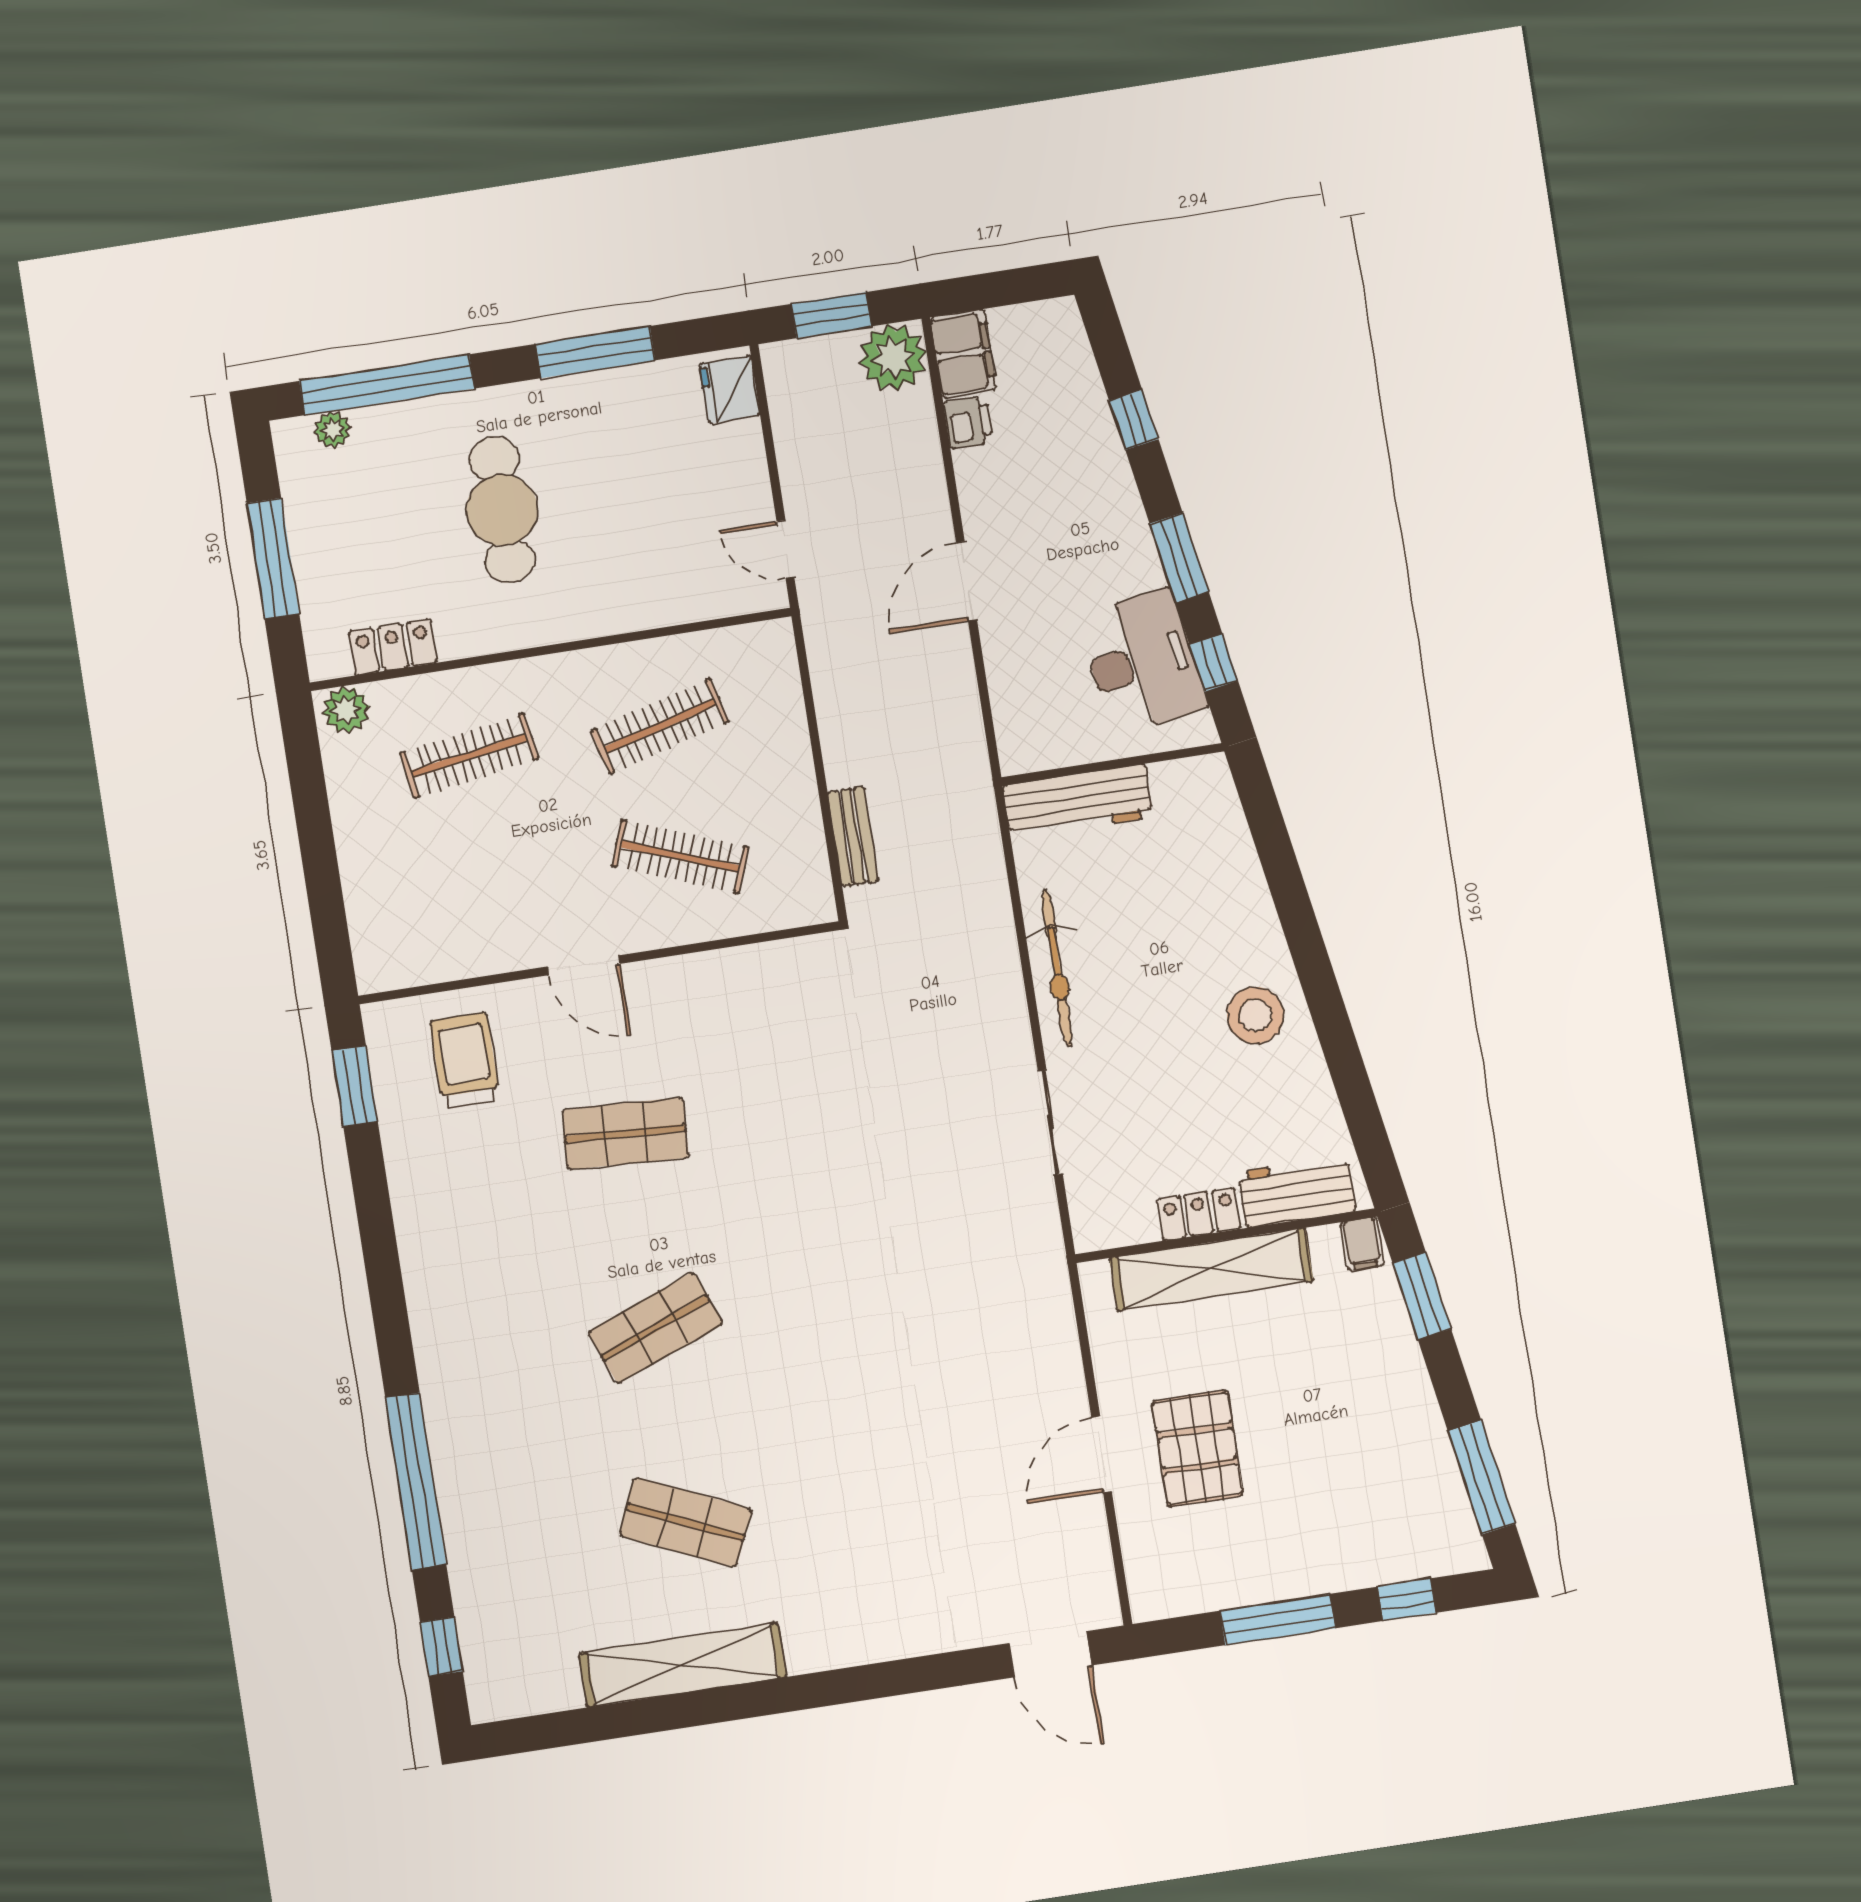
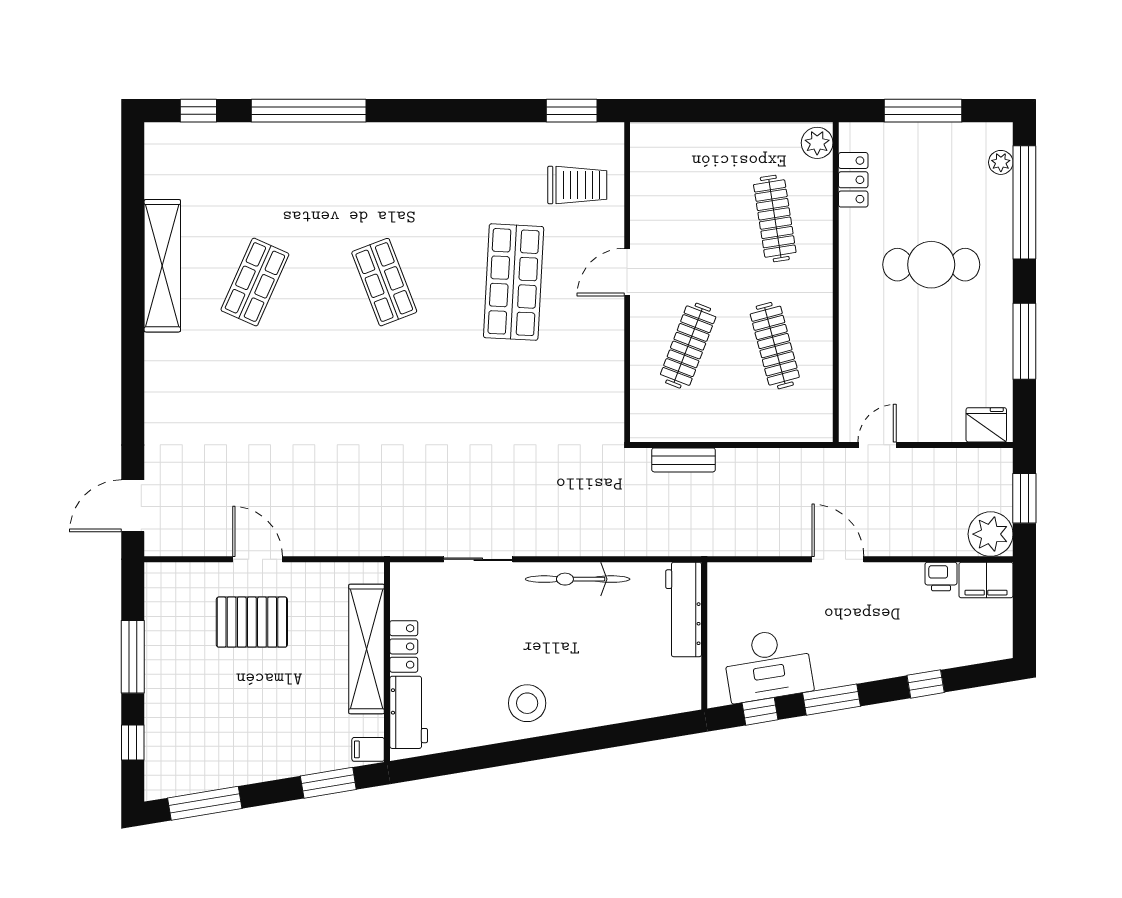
shop shelf: (625, 1134) -> (514, 282), width x1.43, depth x1.36

